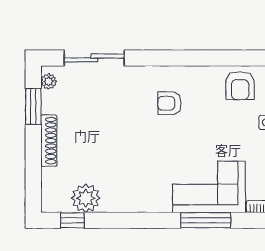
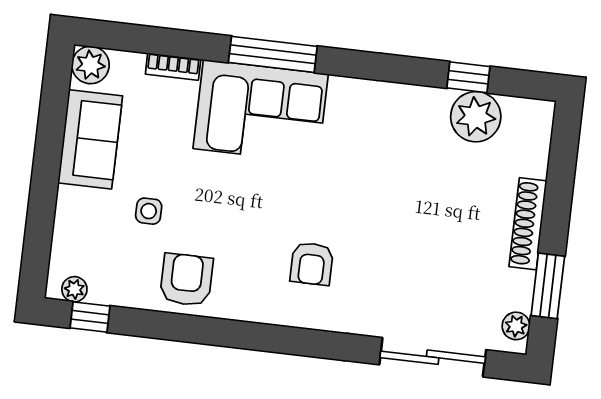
armchair: (170, 103) -> (312, 264), turned 90
window: (72, 220) -> (468, 77), moved

